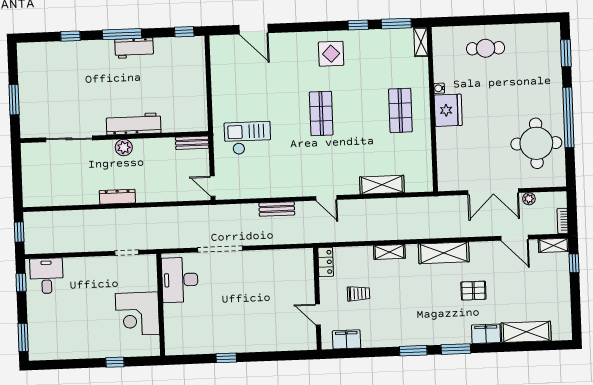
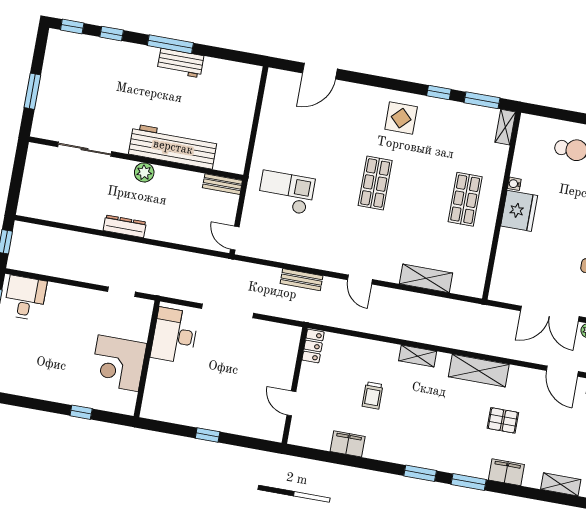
door: (254, 29) -> (320, 71), hinge flipped
window: (184, 32) -> (72, 26), moved
workbench: (134, 124) -> (173, 147), width x1.36, depth x1.32
locker: (326, 262) -> (313, 346), moved
trolley: (359, 294) -> (373, 395), turned 90
wall: (317, 299) -> (295, 385), moved
door: (318, 314) -> (291, 403), moved
shelving: (526, 332) -> (561, 484), width x0.67, depth x0.75

